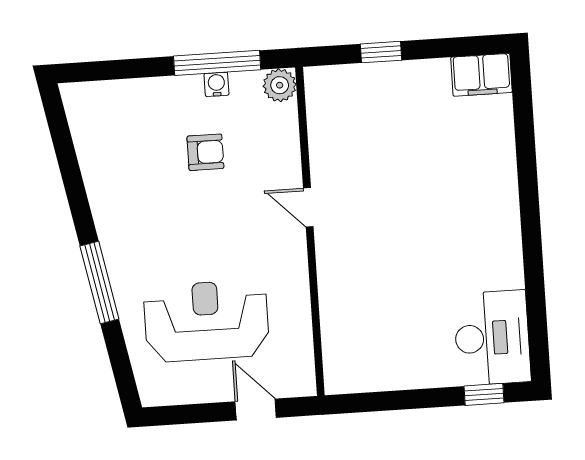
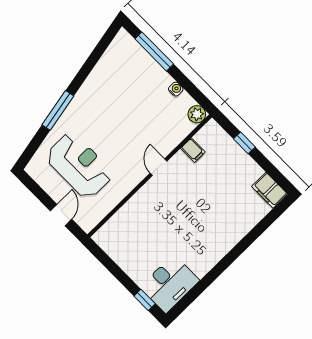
window: (217, 63) -> (154, 51), moved
filing cabinet: (327, 136) -> (193, 150), added
armchair: (205, 152) -> (145, 108), removed

